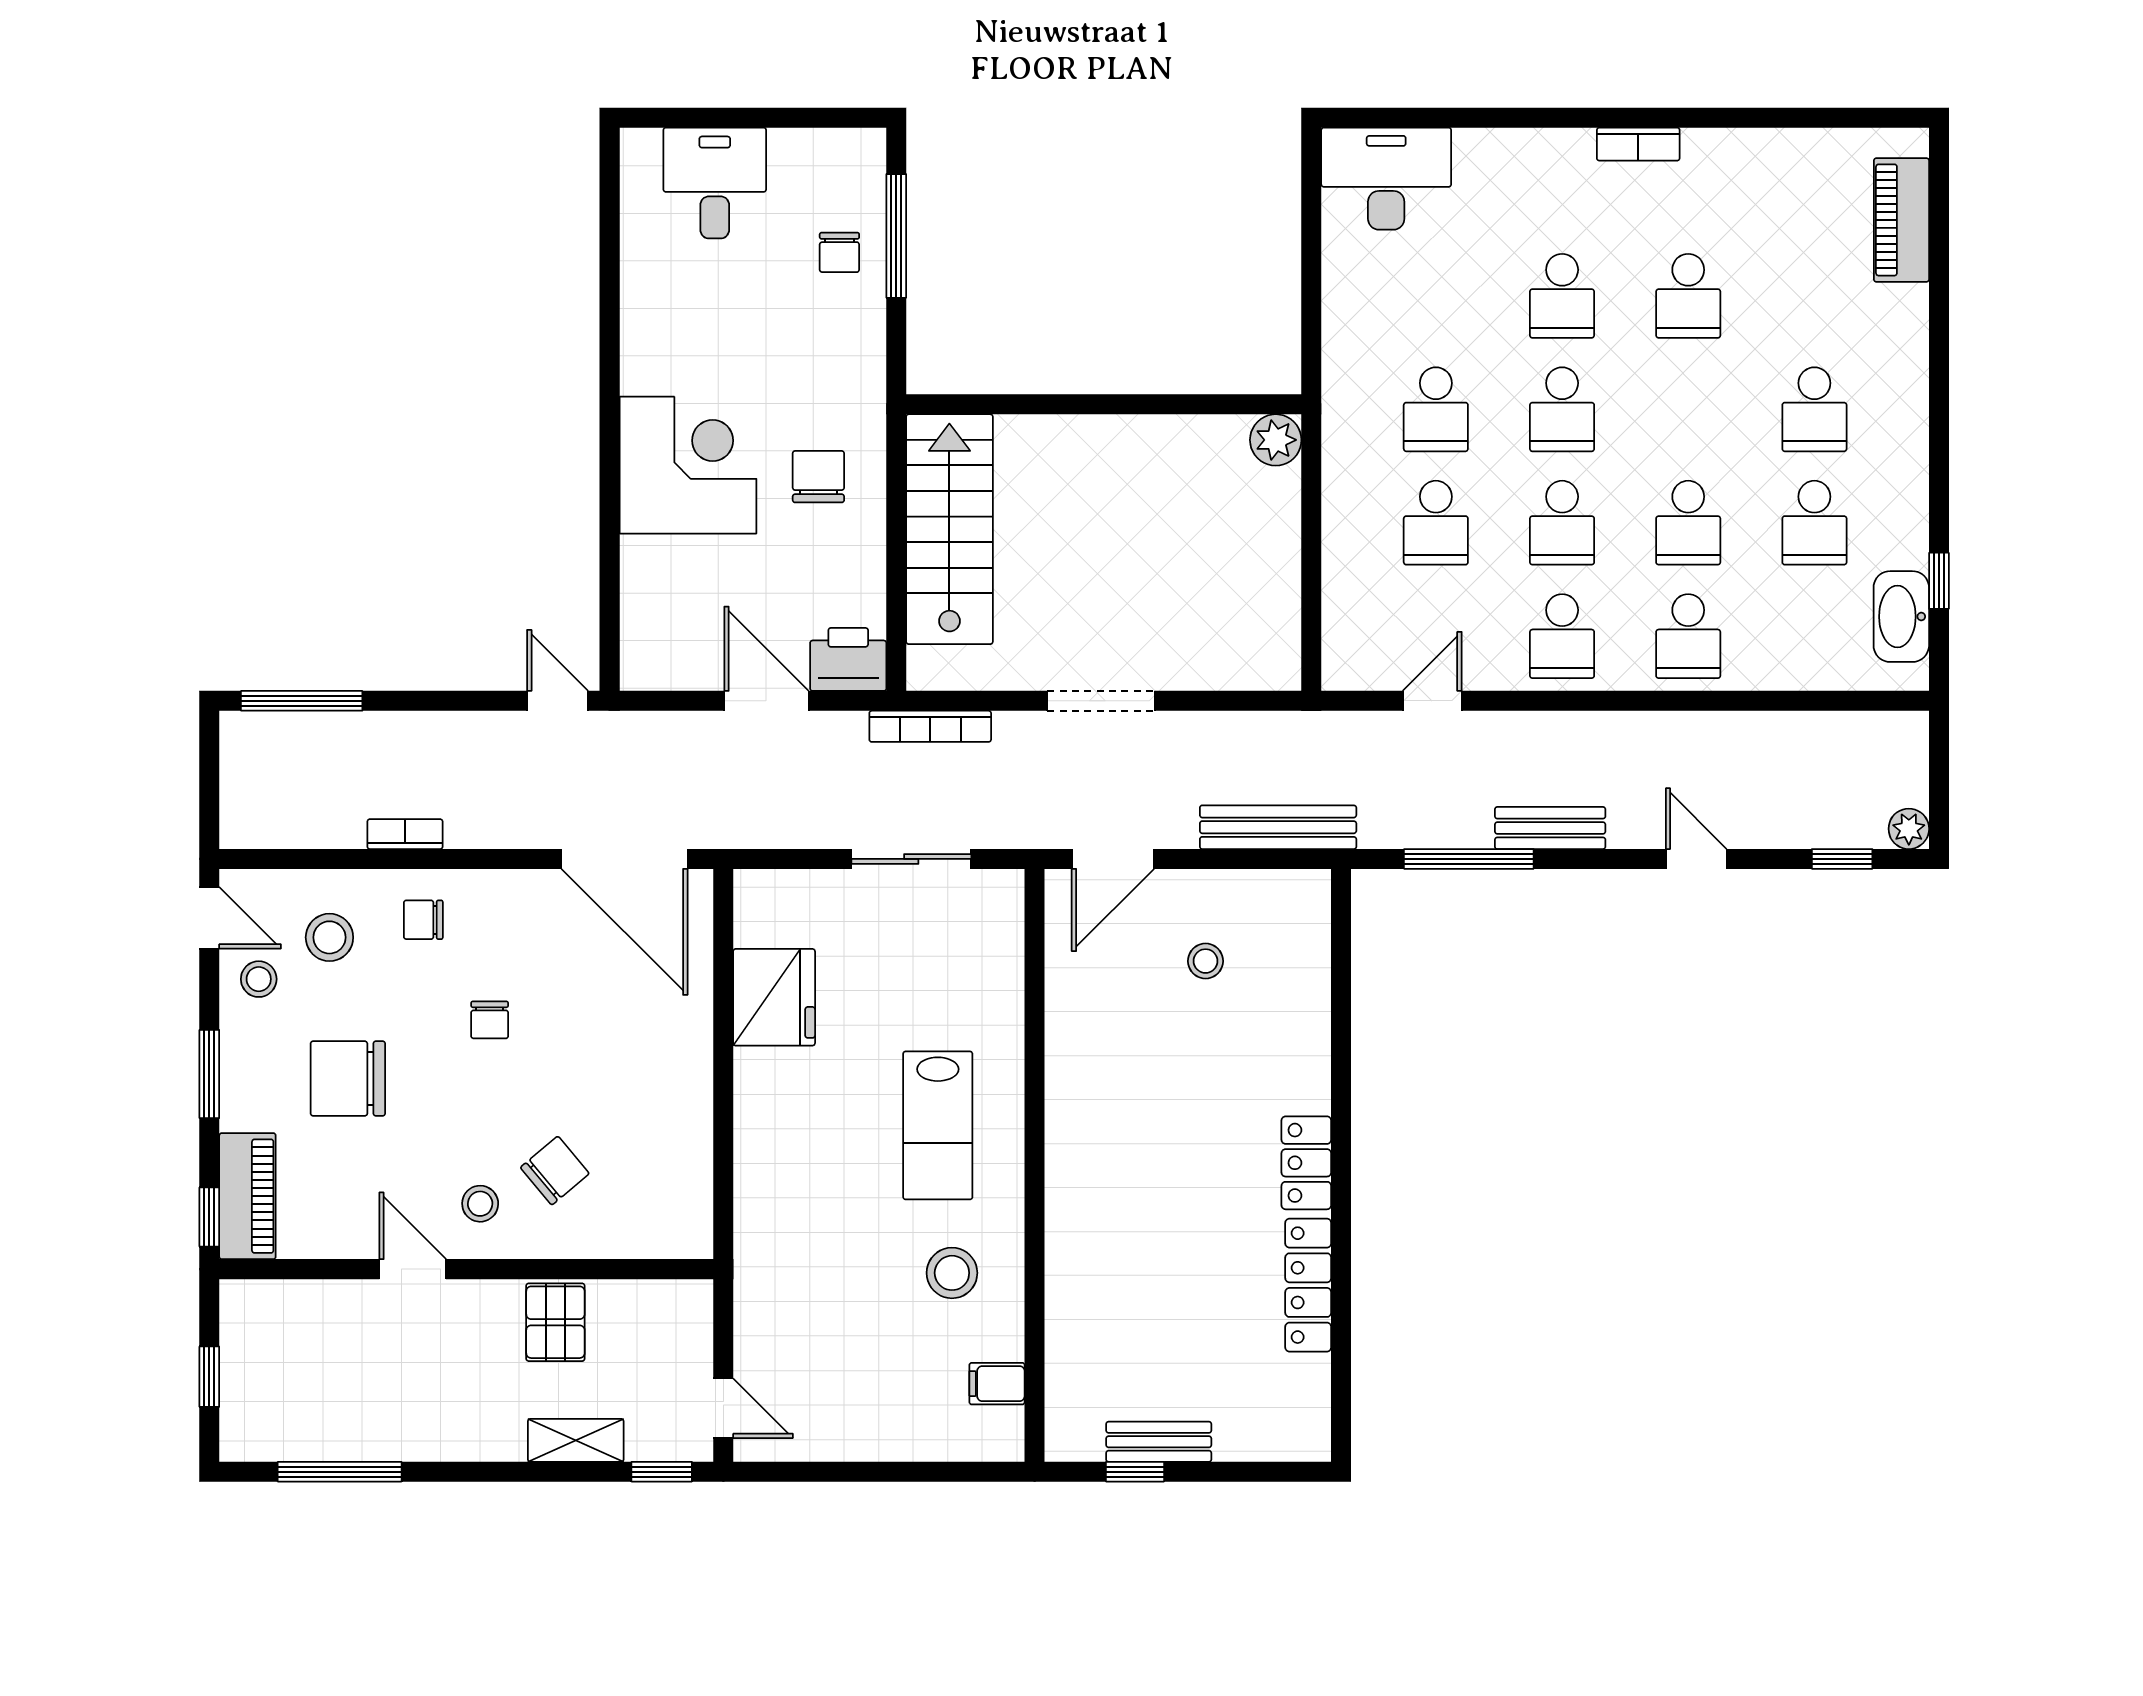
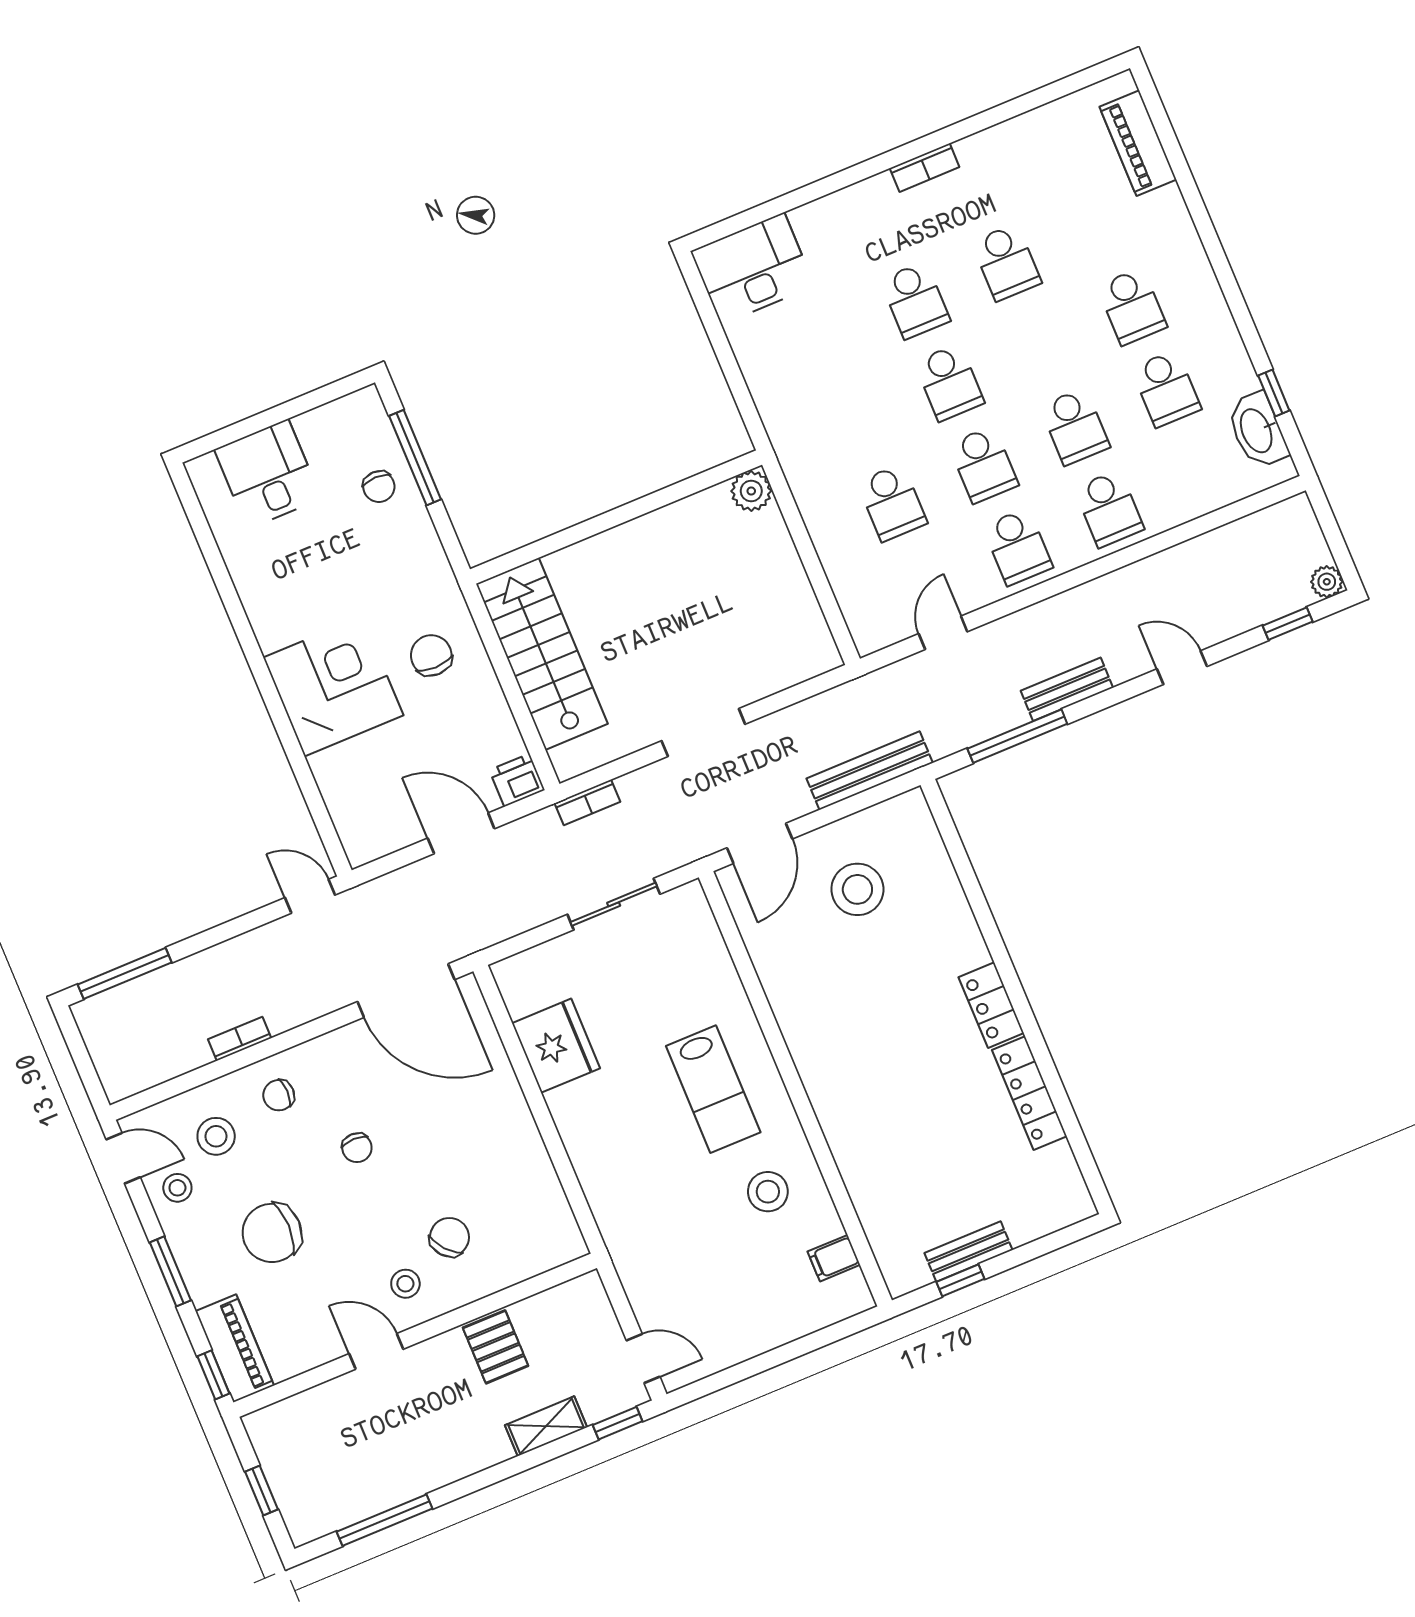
school desk: (1436, 409) -> (858, 421), removed
printer: (848, 659) -> (517, 780), width x0.73, depth x0.81
bookcase: (930, 726) -> (587, 802), width x0.64
stool: (1206, 961) -> (857, 889), width x1.89, depth x1.89

